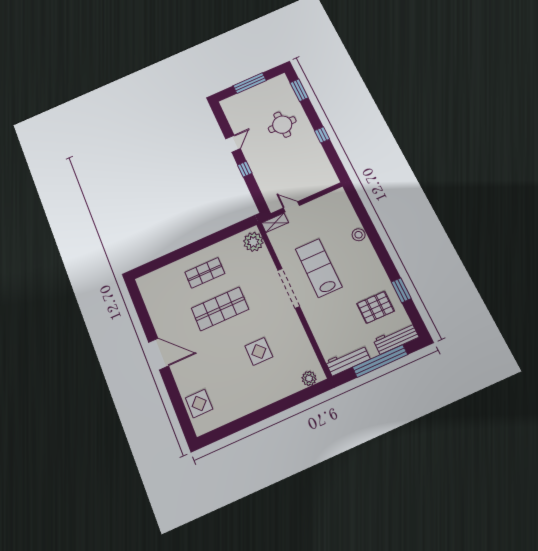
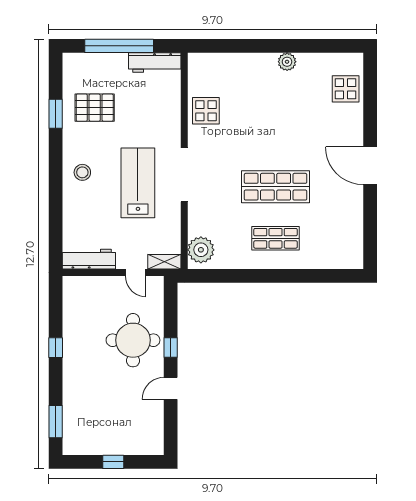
window: (250, 83) -> (113, 462), width x0.46
round table: (282, 125) -> (133, 340), moved, width x1.36, depth x1.36
stool: (359, 235) -> (82, 172), moved
lab bench: (319, 268) -> (138, 183), turned 180
workbench: (396, 338) -> (89, 259), moved, turned 180
display table: (259, 351) -> (206, 111), moved
plant: (309, 379) -> (287, 62), moved

